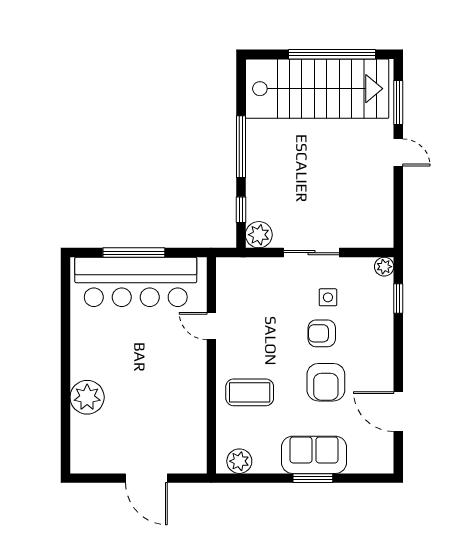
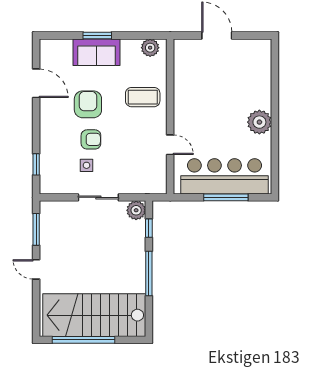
window: (398, 103) -> (36, 229), moved
plant: (384, 267) -> (46, 187), removed
plant: (87, 397) -> (259, 122), moved

